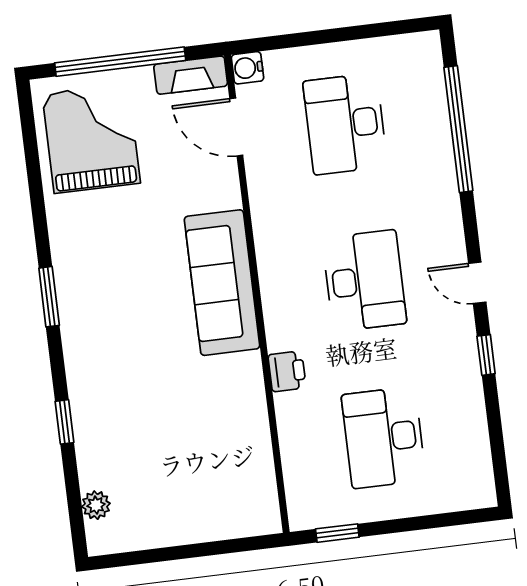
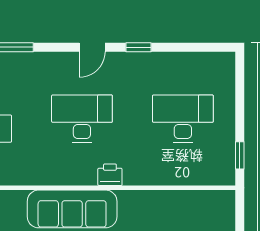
printer: (287, 371) -> (110, 175), moved
desk: (384, 437) -> (183, 119), turned 180

